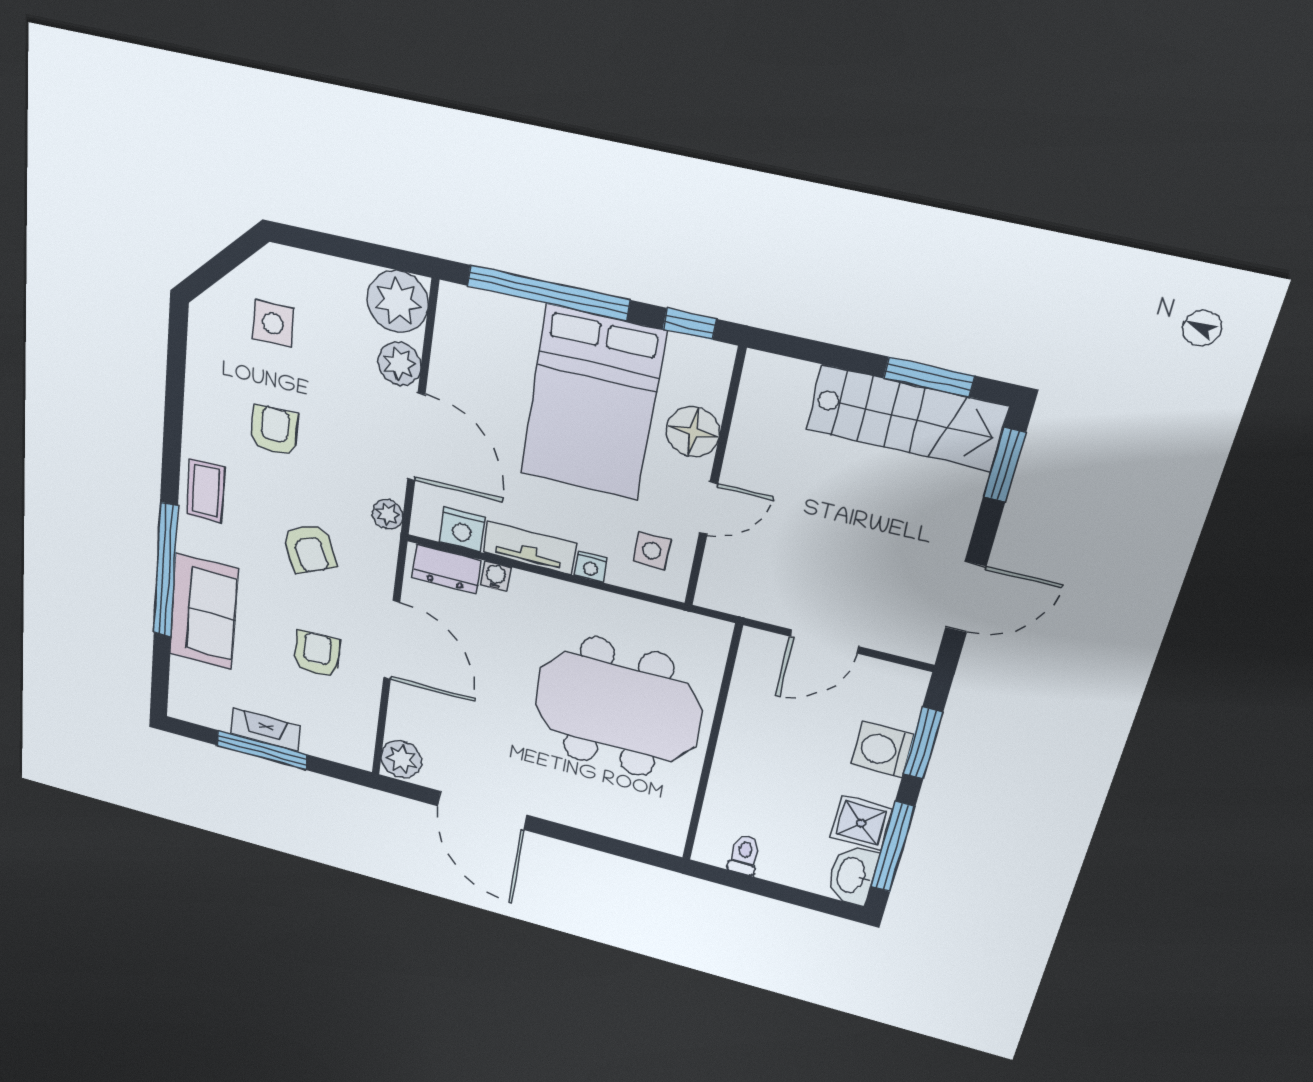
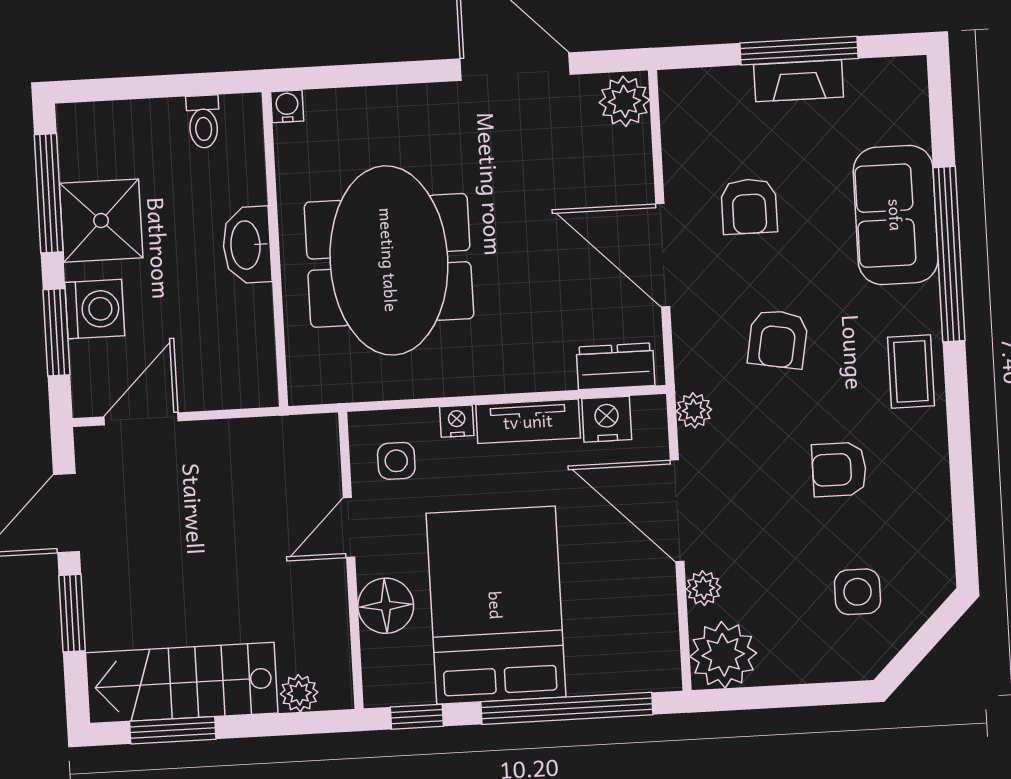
plant: (399, 364) -> (703, 588), width x0.73, depth x0.73
plant: (796, 377) -> (299, 693), added
armchair: (274, 431) -> (839, 469), turned 90
window: (1004, 465) -> (72, 613), moved
armchair: (310, 549) -> (778, 339), turned -146
water cooler: (496, 576) -> (287, 106), moved, turned 180
door: (824, 641) -> (141, 419), moved
meeting table: (618, 707) -> (389, 260), turned 90
shower: (861, 823) -> (101, 221), width x1.36, depth x1.36
washbasin: (852, 875) -> (247, 245), moved, turned 180

